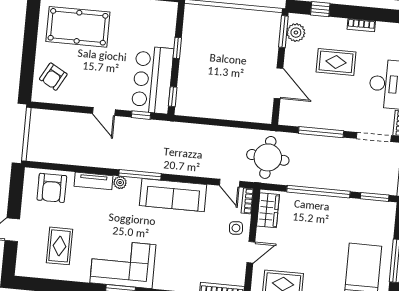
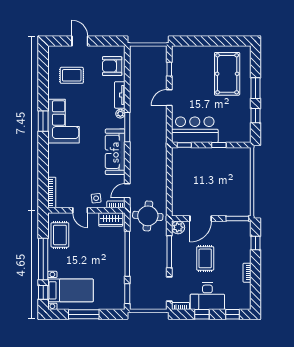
plant: (296, 33) -> (178, 227), moved
rug: (336, 62) -> (205, 258), moved
armchair: (53, 77) -> (190, 60), removed
window: (141, 115) -> (169, 69), moved

